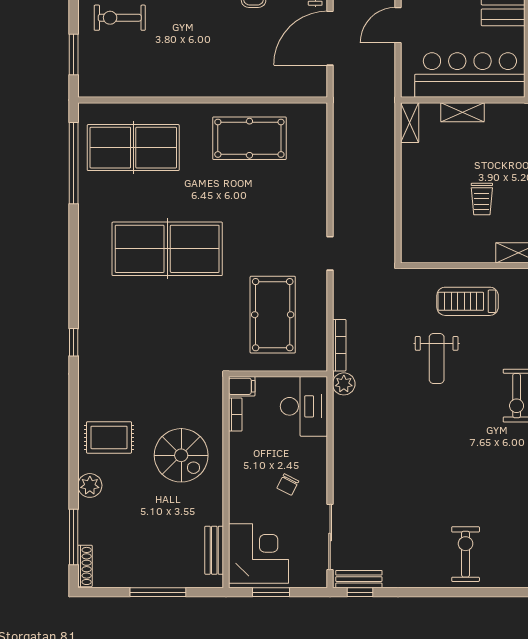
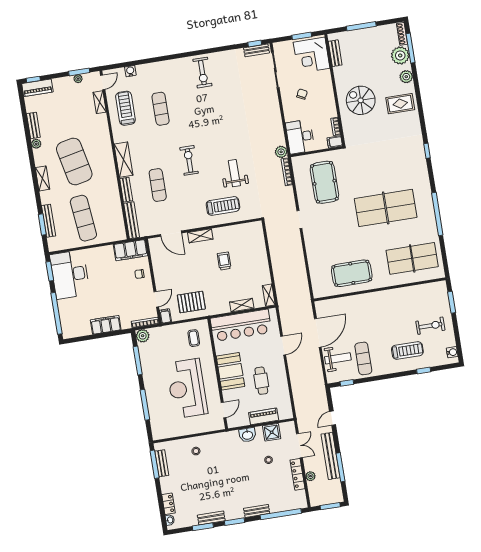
window: (74, 163) -> (437, 214), moved
plant: (95, 527) -> (400, 55), added

